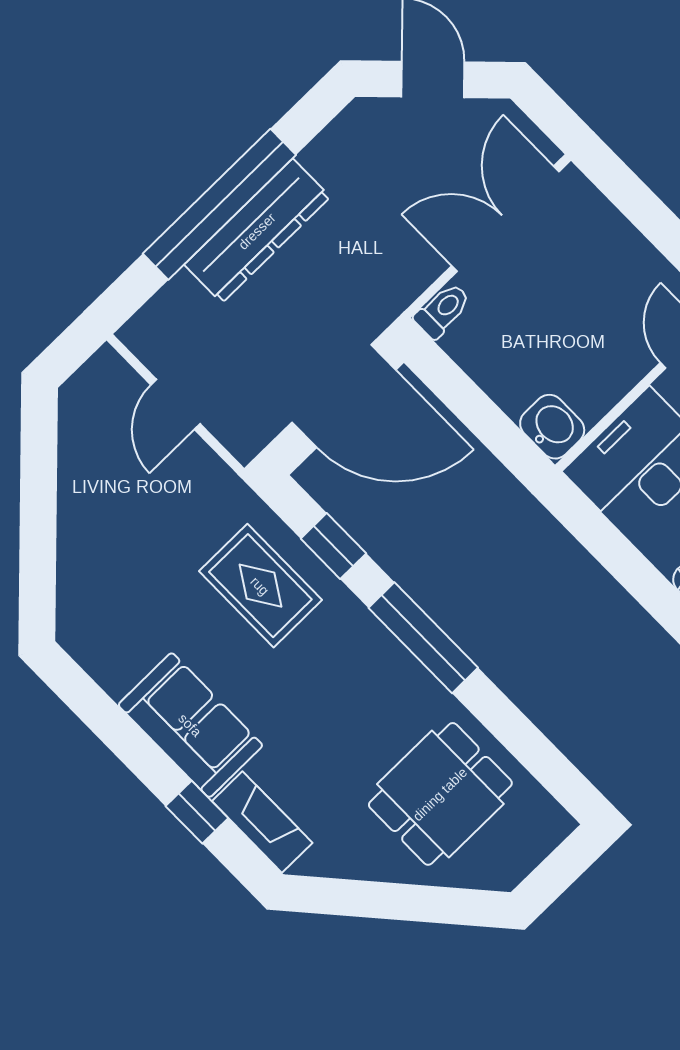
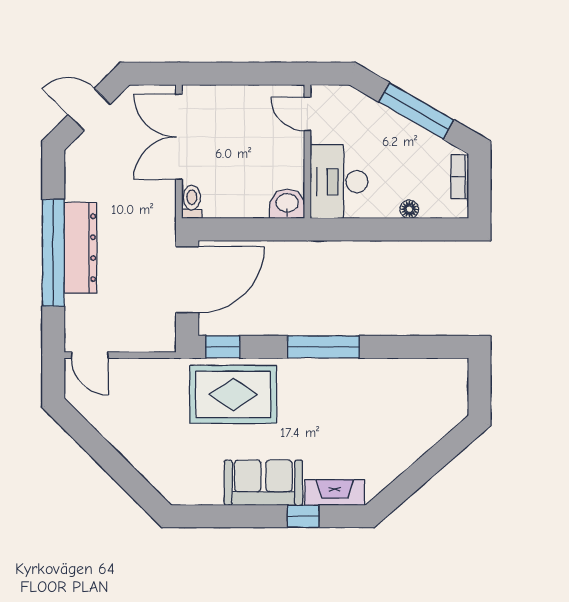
door: (175, 404) -> (90, 355), moved
window: (333, 546) -> (223, 347), moved
rug: (260, 586) -> (233, 395), width x1.36, depth x1.43
dining table: (440, 794) -> (397, 405), removed

